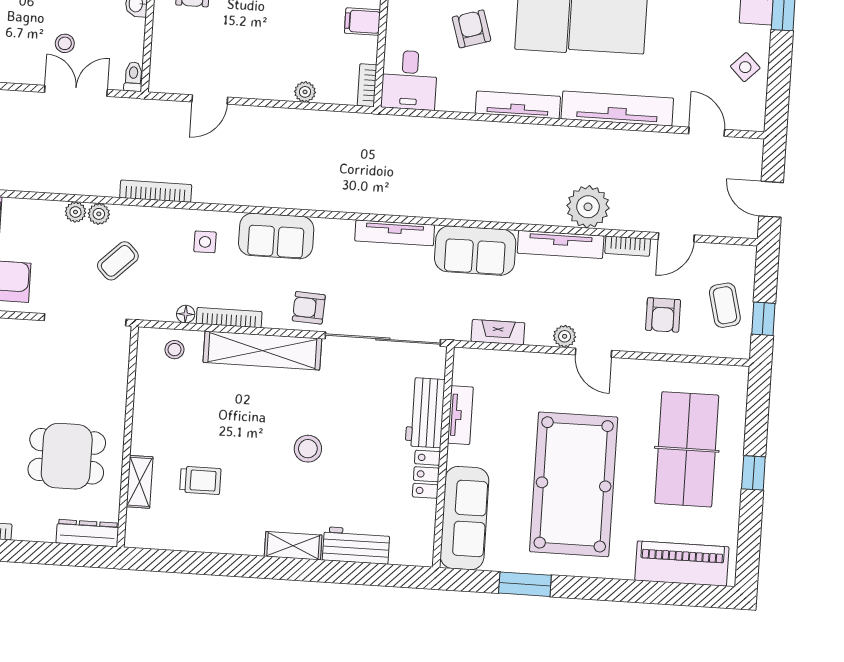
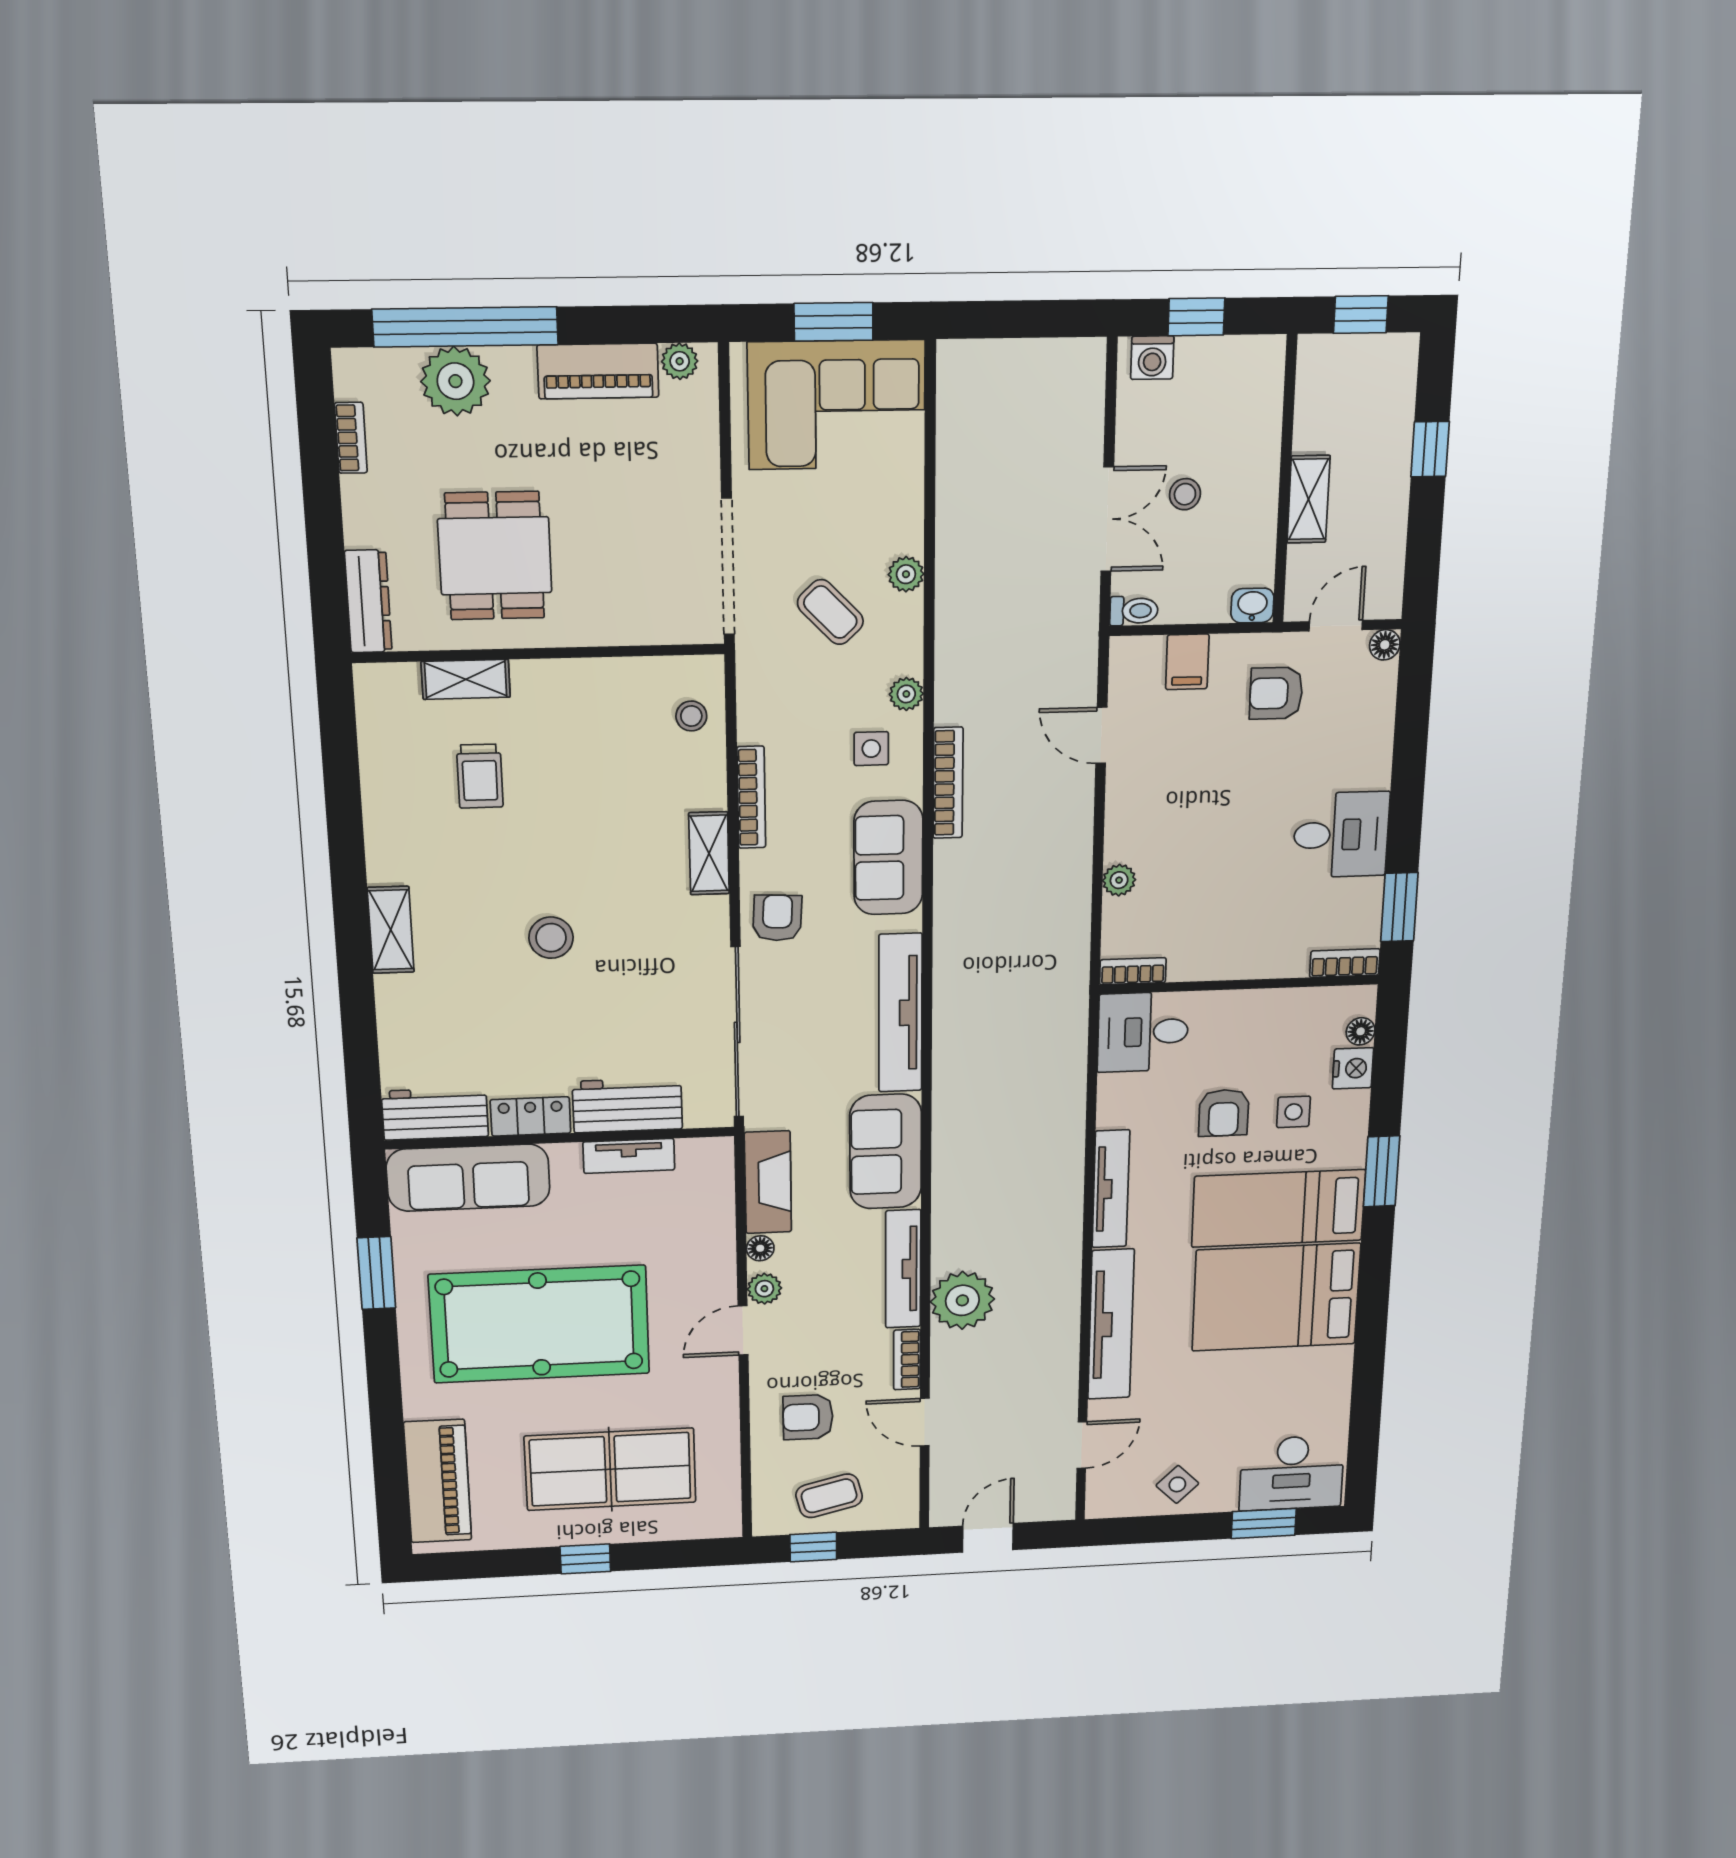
filing cabinet: (362, 22) -> (1187, 662), moved, turned 180
armchair: (472, 29) -> (1224, 1113), turned 107
bookcase: (156, 191) -> (948, 783), moved
plant: (75, 212) -> (906, 694), moved
tv unit: (395, 233) -> (900, 1013), width x1.36, depth x1.29
floor lamp: (186, 314) -> (760, 1248), moved
fireplace: (498, 332) -> (768, 1182), width x1.37, depth x1.32
shelving: (262, 350) -> (709, 853), width x0.45, depth x0.75
workbench: (356, 546) -> (435, 1114), moved, turned -90

